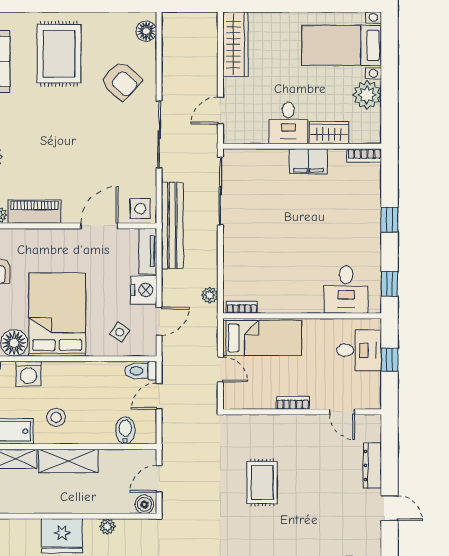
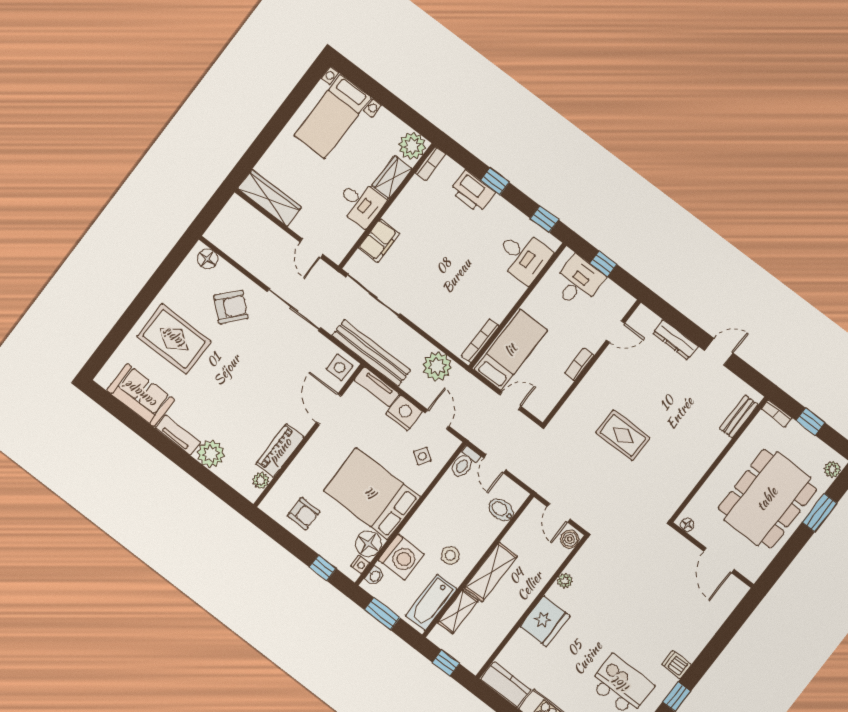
plant: (367, 95) -> (412, 146), moved
filing cabinet: (308, 161) -> (379, 241), moved
printer: (367, 208) -> (473, 192), added
plant: (210, 295) -> (437, 366), width x1.88, depth x1.88
bookcase: (242, 307) -> (480, 341), width x1.56
washing machine: (28, 374) -> (401, 557), width x1.37, depth x1.37

